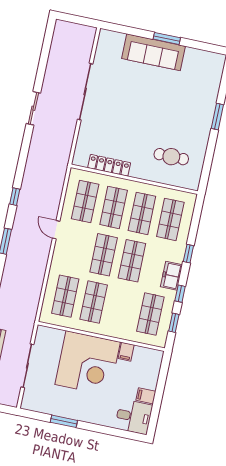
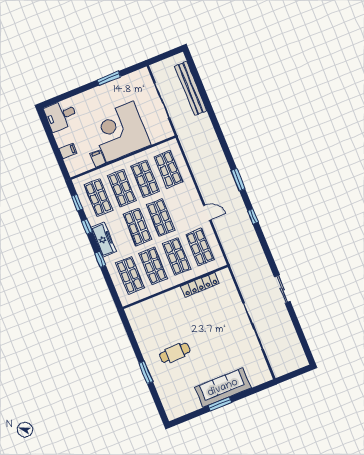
cafe table: (171, 157) -> (175, 353), moved
freezer: (171, 276) -> (103, 240), width x1.40
shop shelf: (122, 308) -> (122, 188), added
filing cabinet: (146, 396) -> (68, 151), moved

